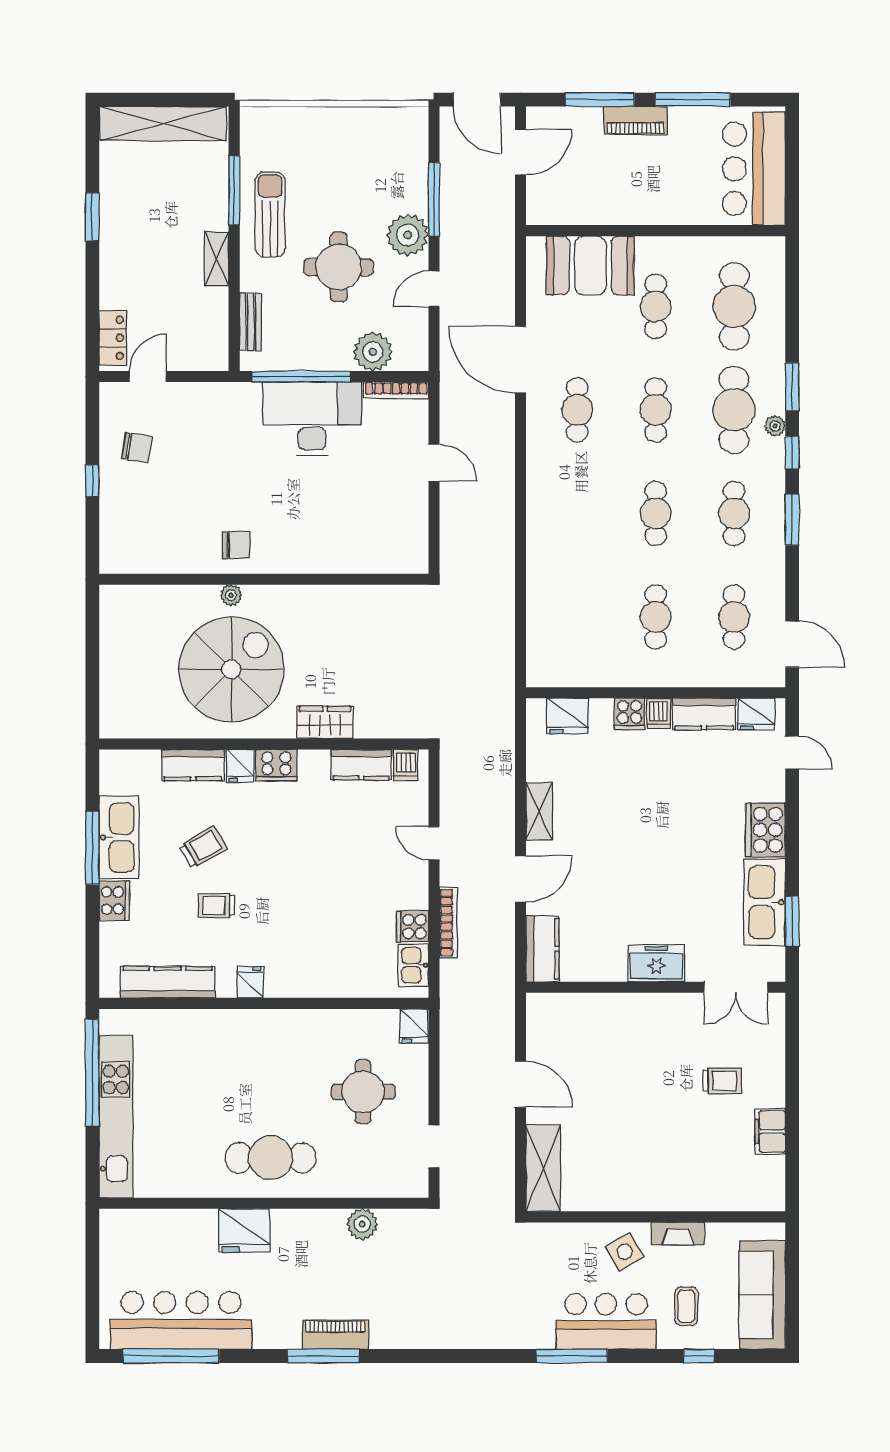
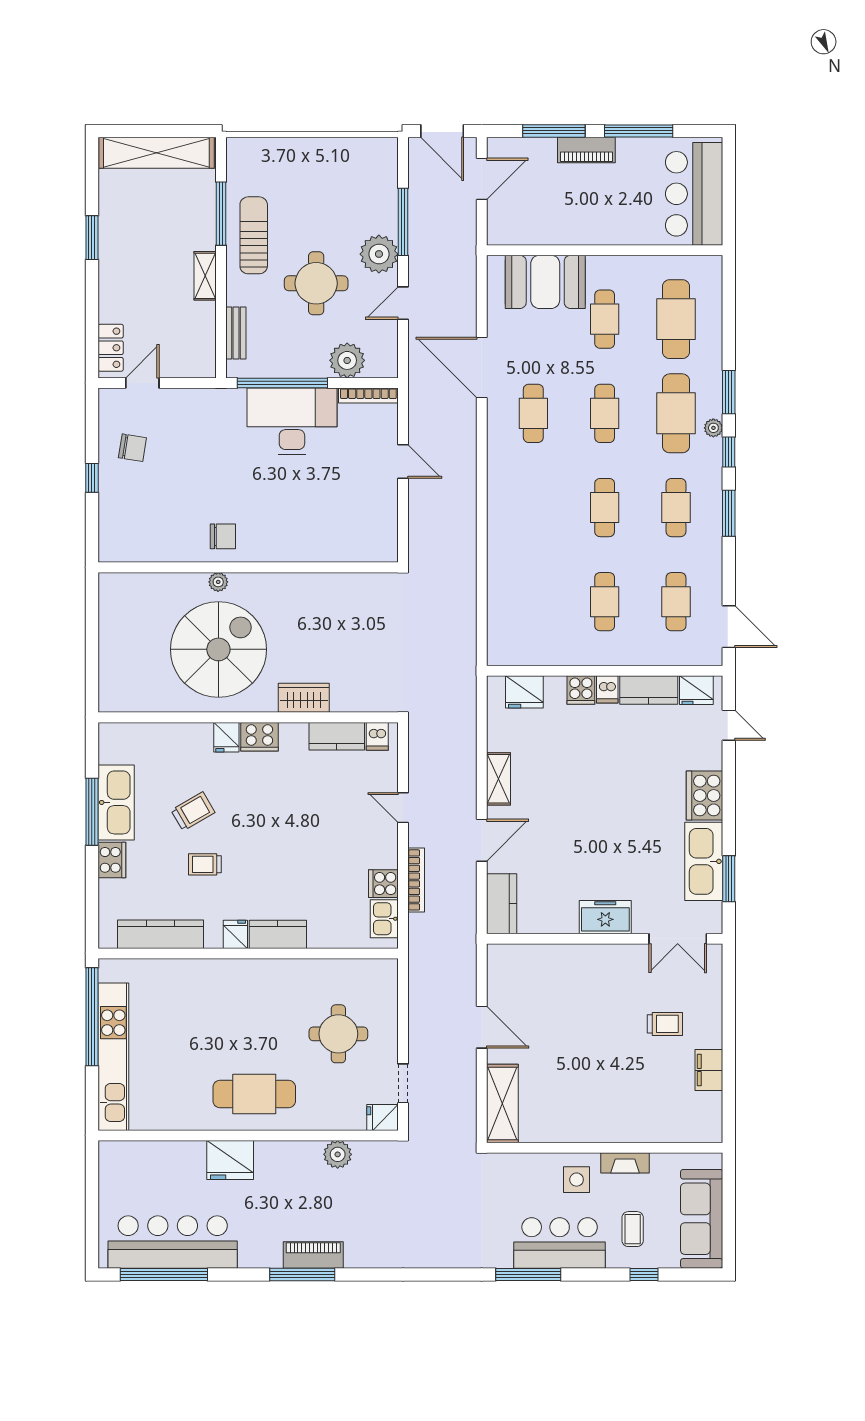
kitchen counter: (193, 765) -> (278, 934), moved, turned 180
fridge: (414, 1026) -> (382, 1117), moved, turned 90
side table: (625, 1252) -> (577, 1180), turned 30

